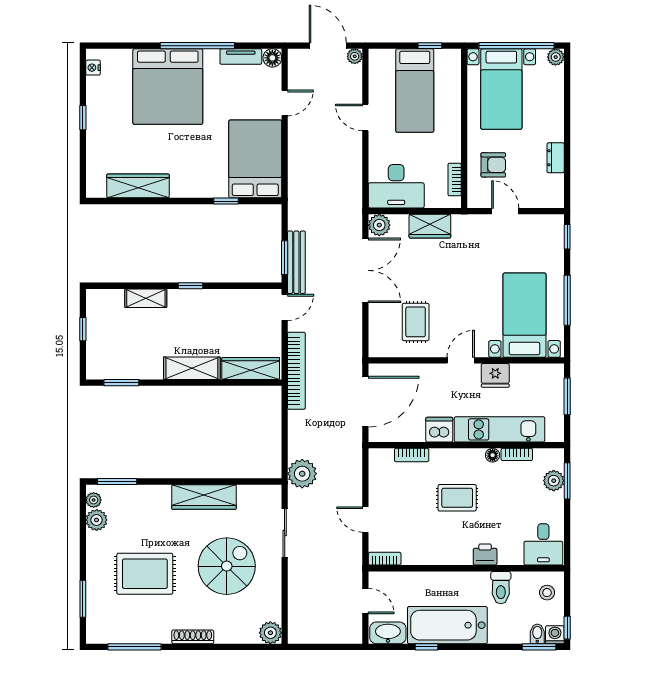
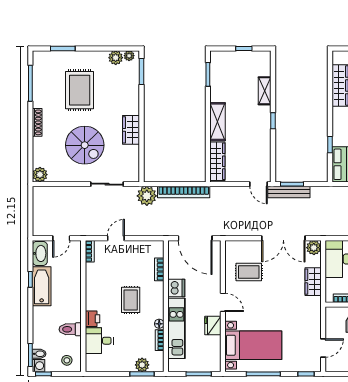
door: (505, 211) -> (323, 348), moved
bookcase: (296, 371) -> (184, 192), moved
wardrobe: (204, 497) -> (131, 130), width x0.67
desk: (543, 544) -> (99, 341), moved
bathtub: (447, 625) -> (42, 286), width x0.73, depth x0.73

